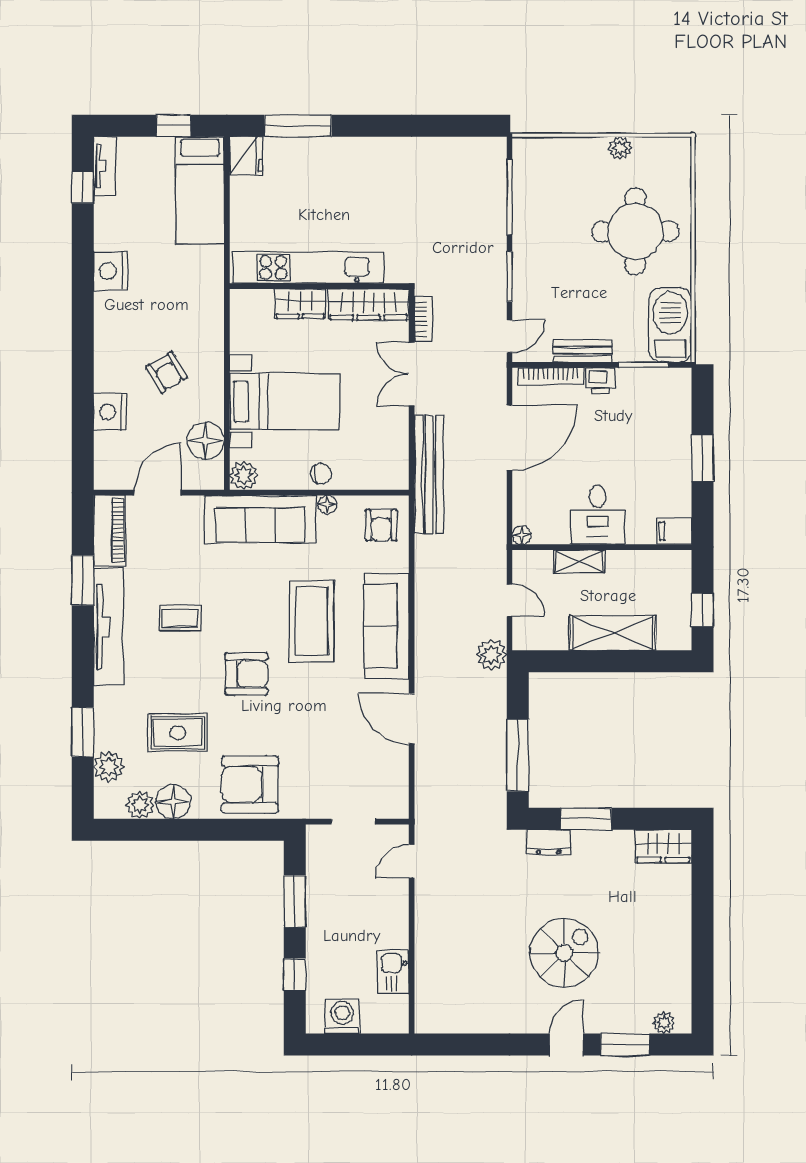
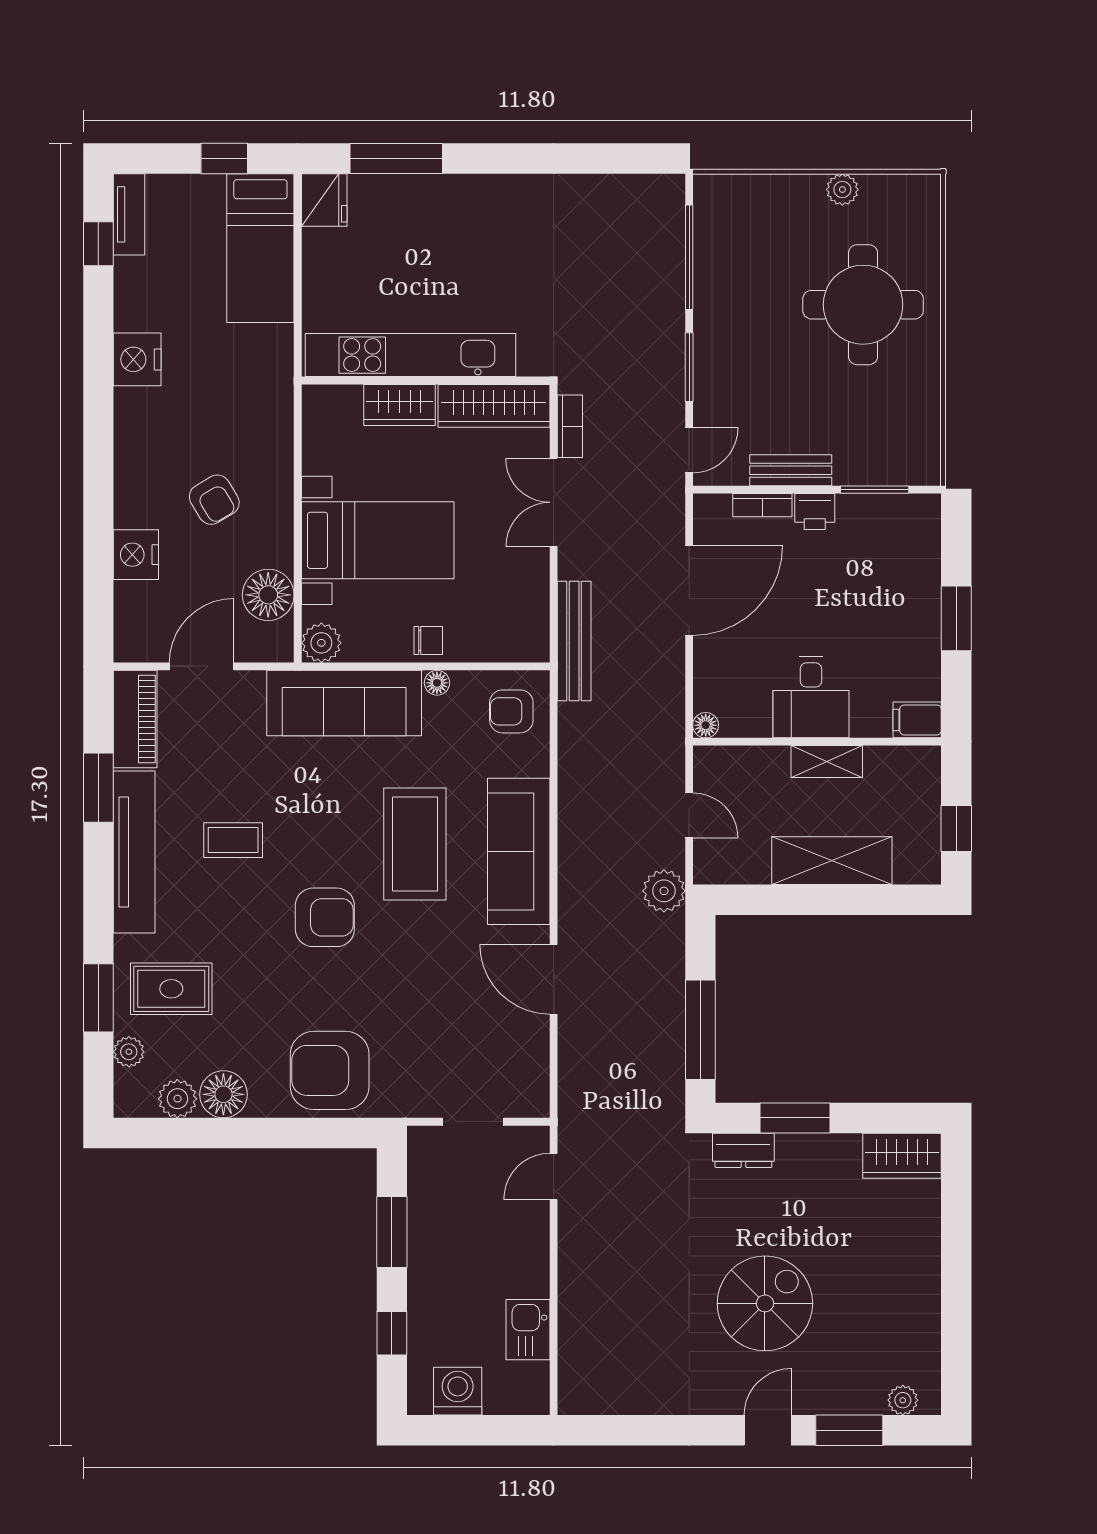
barbecue: (670, 325) -> (911, 434), removed
bookcase: (551, 376) -> (762, 505), width x0.64
bench: (429, 474) -> (574, 641), width x0.73, depth x0.82
armchair: (381, 525) -> (511, 711), turned 90
shelving: (579, 561) -> (827, 762), moved
rug: (178, 733) -> (171, 989), moved
plant: (109, 767) -> (129, 1052), width x0.73, depth x0.73

